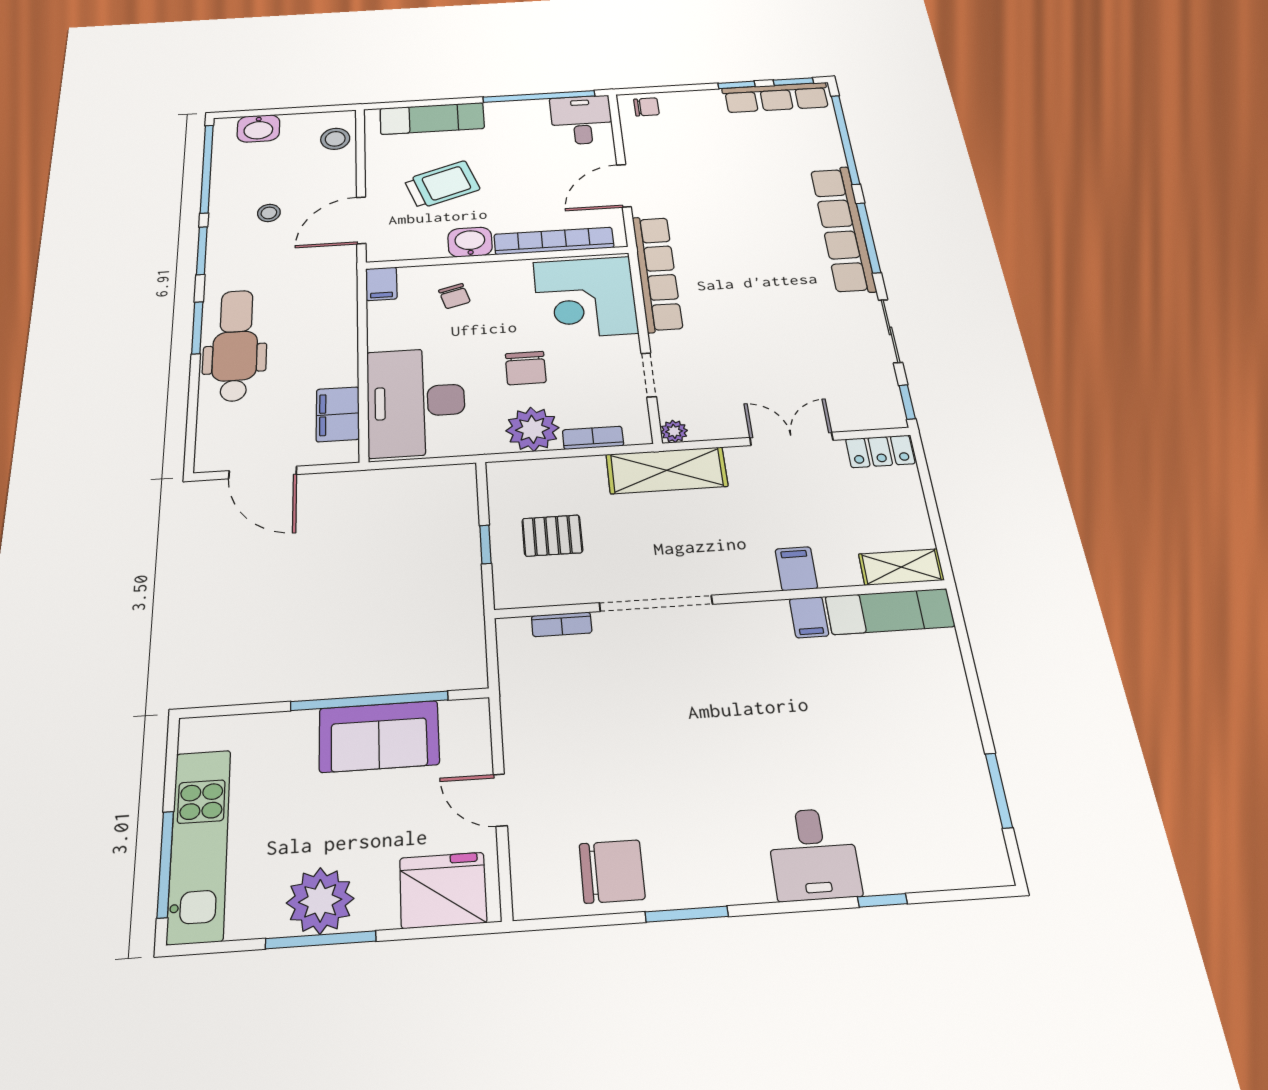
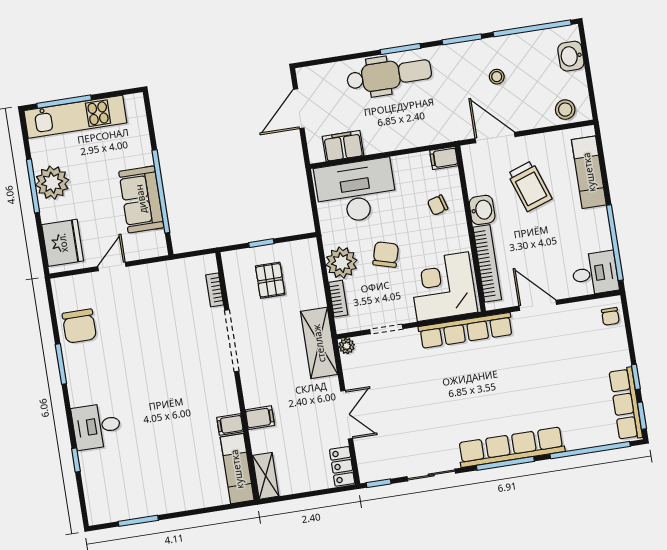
chair: (526, 368) -> (386, 255), turned 106

